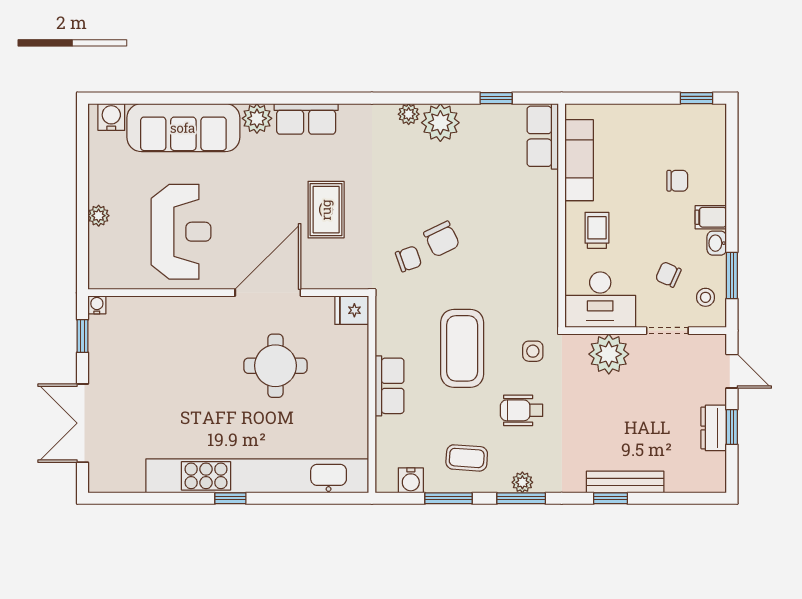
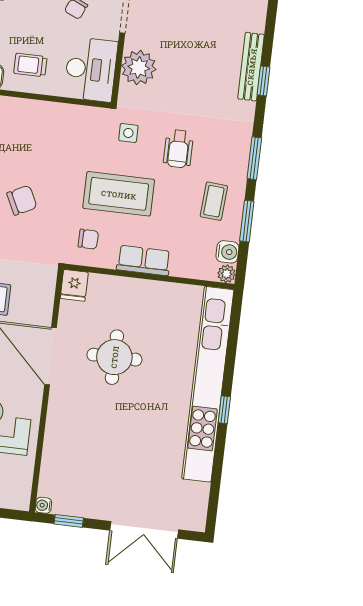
chair: (409, 259) -> (88, 239), moved, turned 110
plant: (522, 482) -> (227, 274), moved

